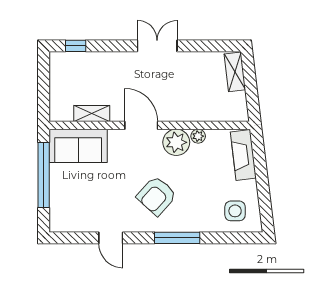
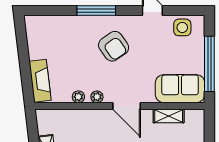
plant: (176, 142) -> (97, 97), width x0.53, depth x0.53
armchair: (157, 196) -> (114, 46), turned 103
side table: (235, 211) -> (182, 27), moved

